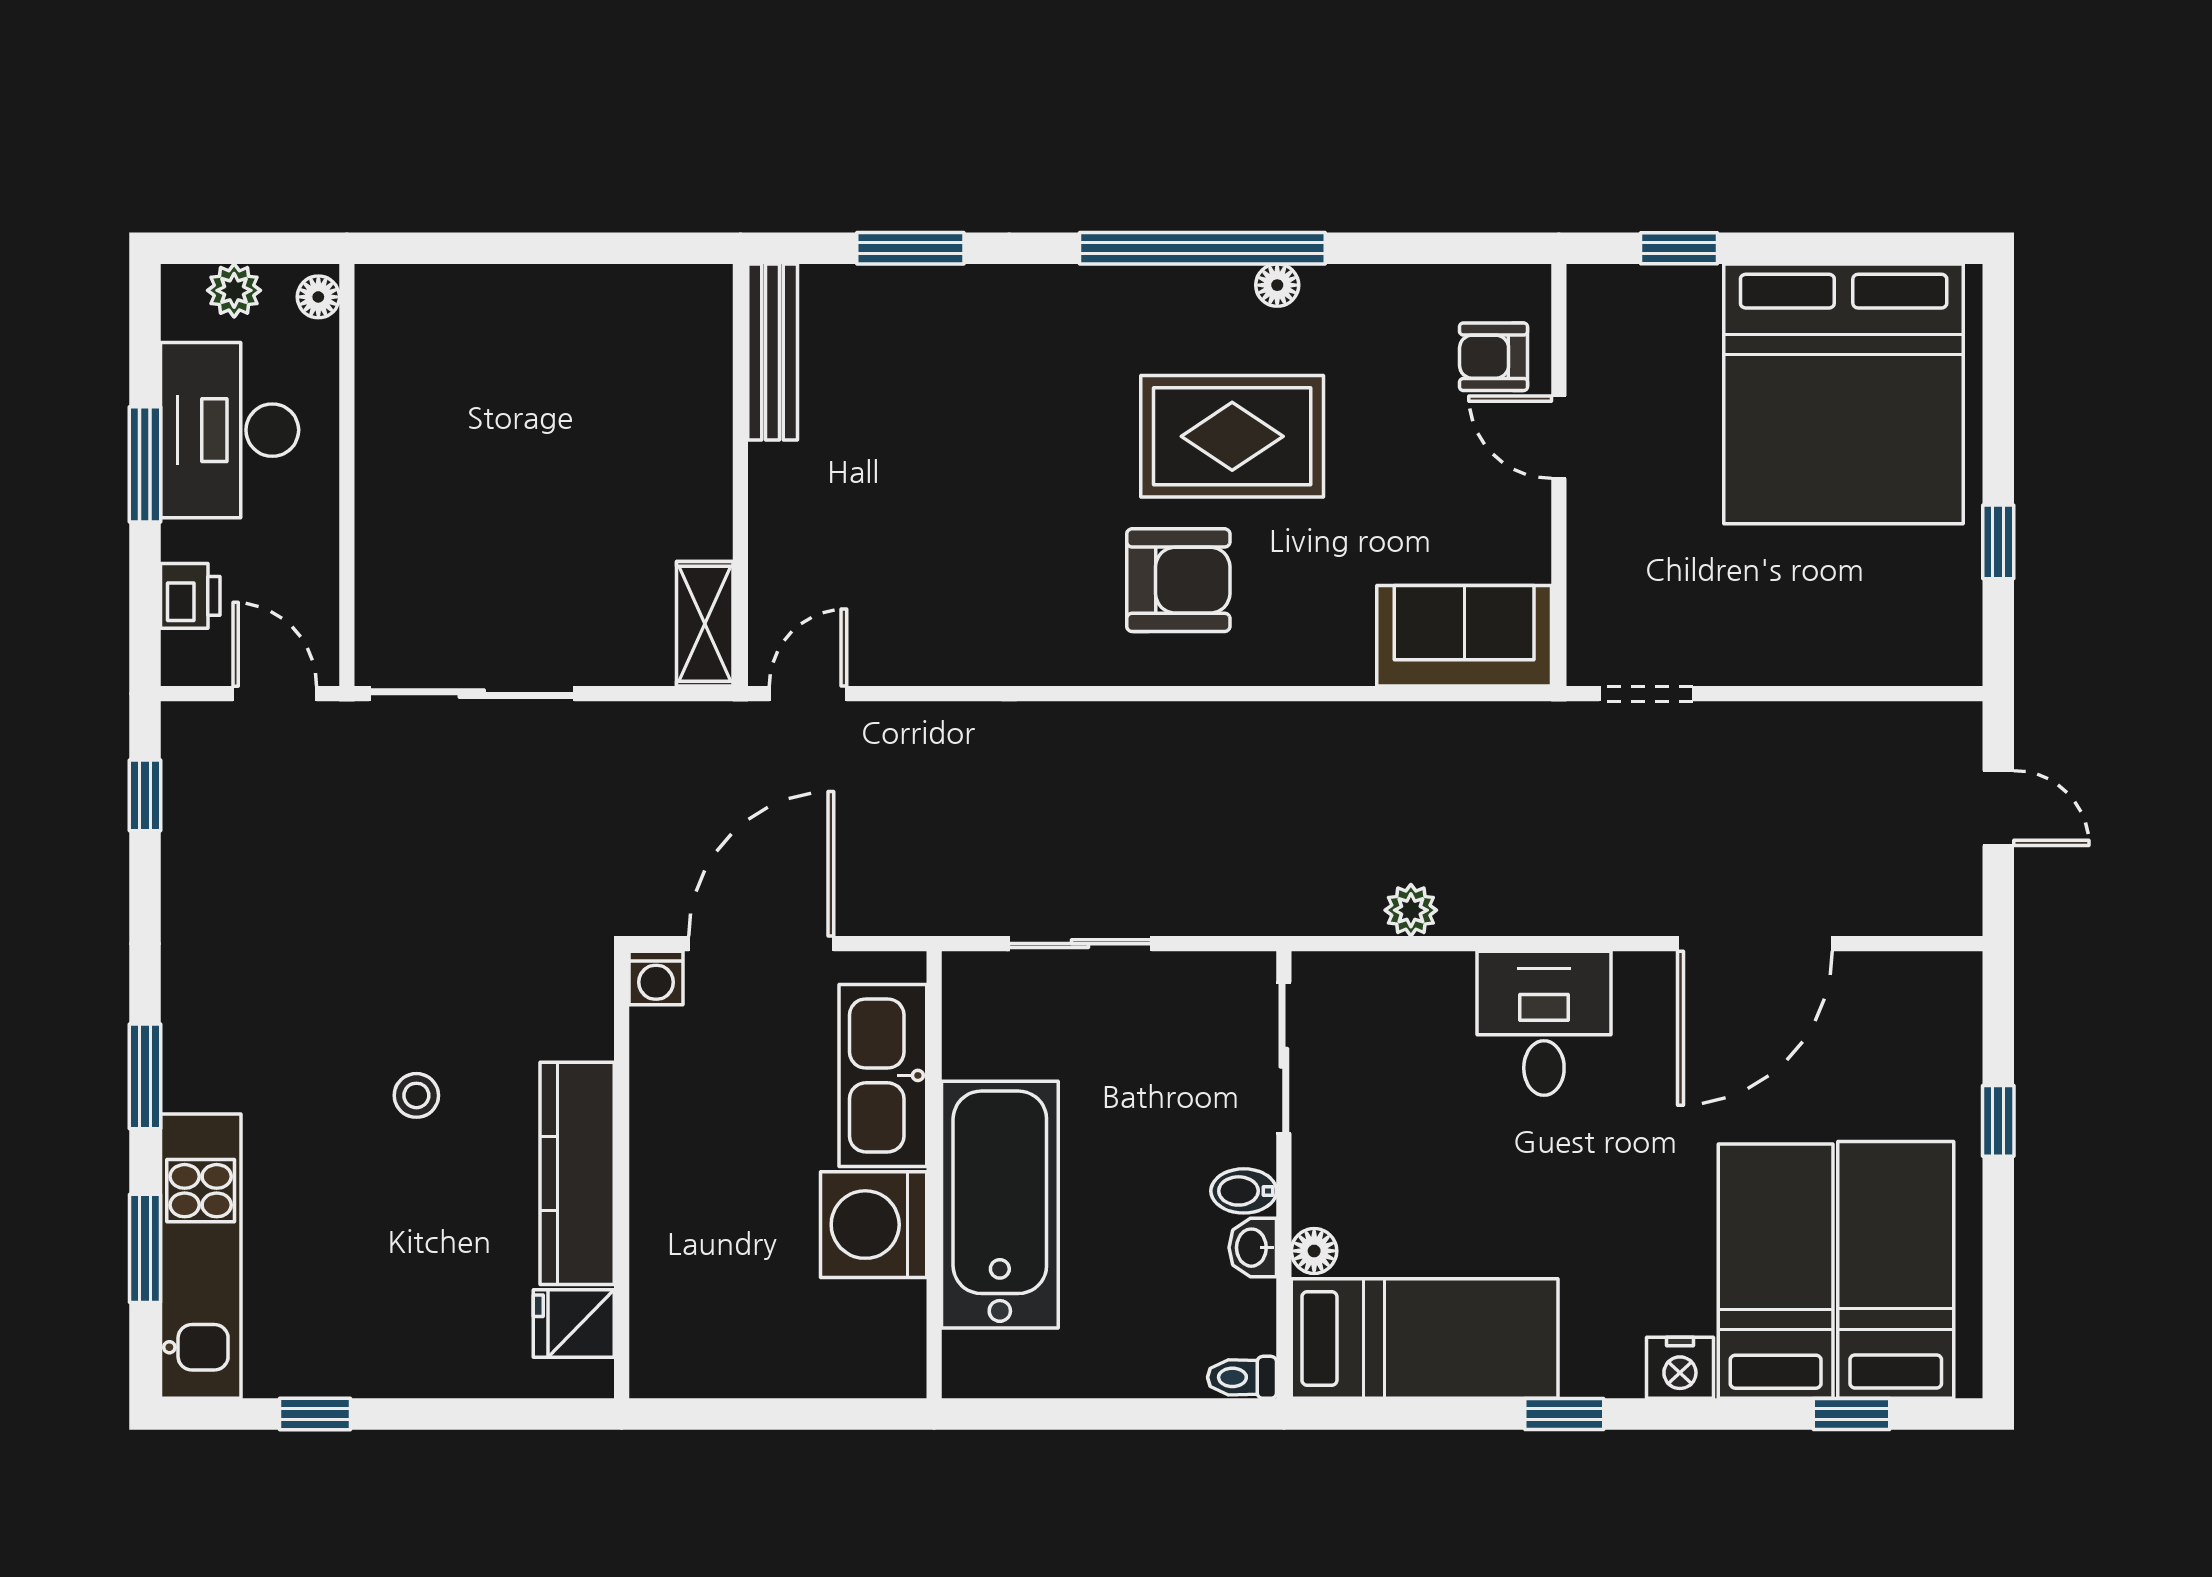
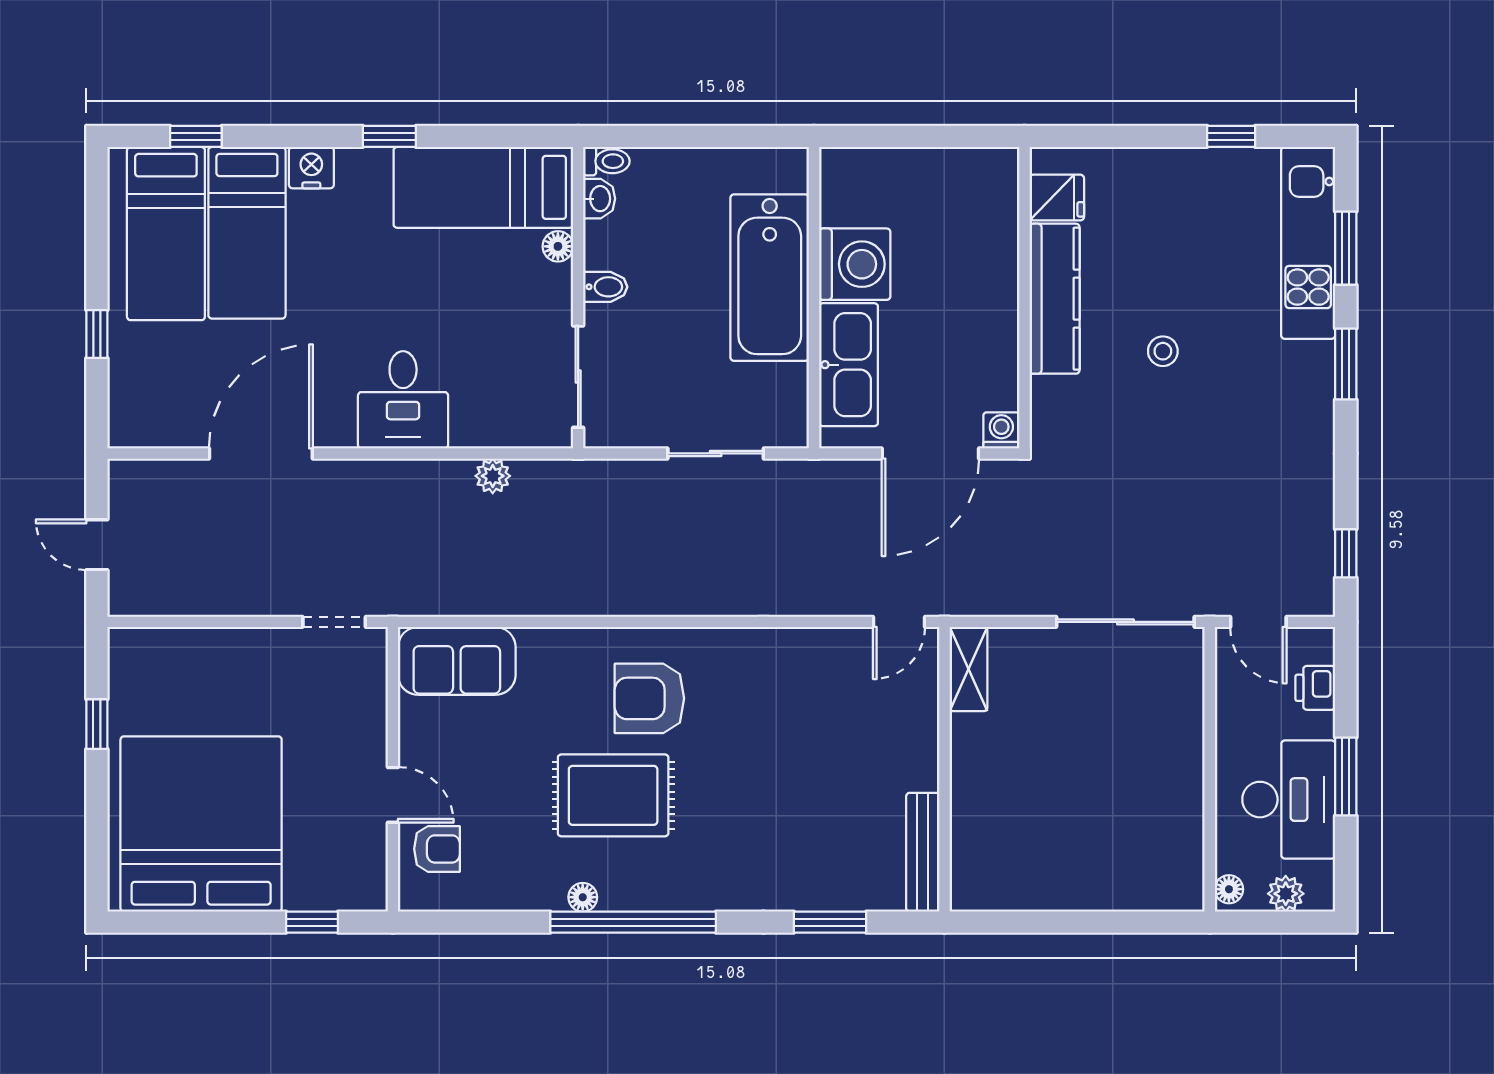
washbasin: (1253, 1248) -> (599, 199), moved

